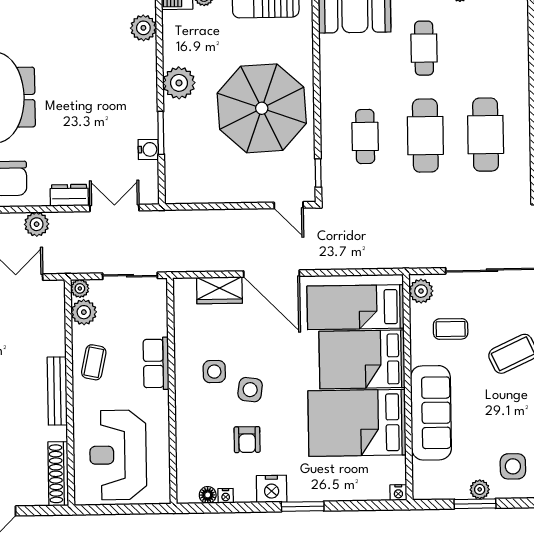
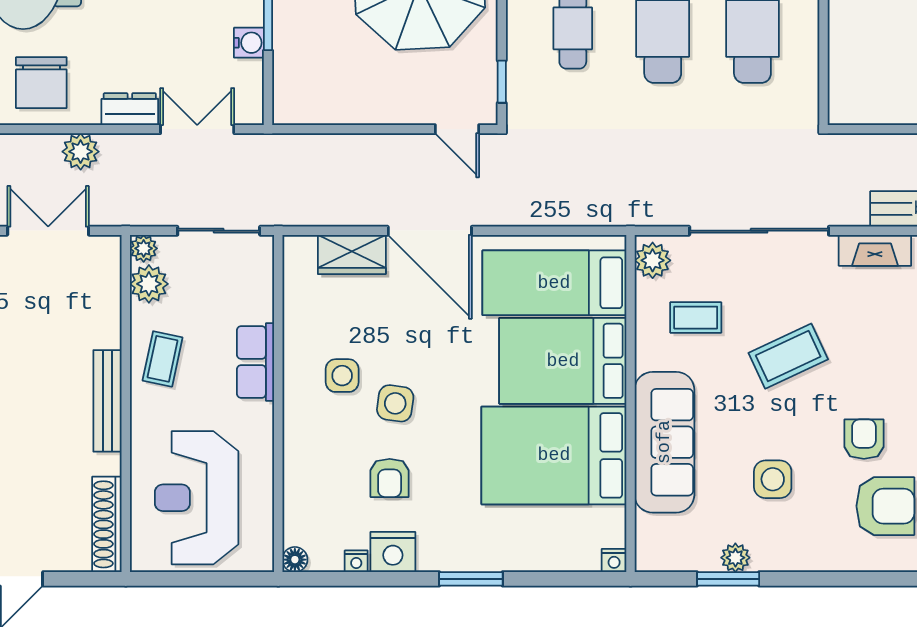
side table: (513, 466) -> (773, 479), moved
nightstand: (272, 489) -> (393, 552), moved
floor lamp: (208, 495) -> (295, 560), moved

